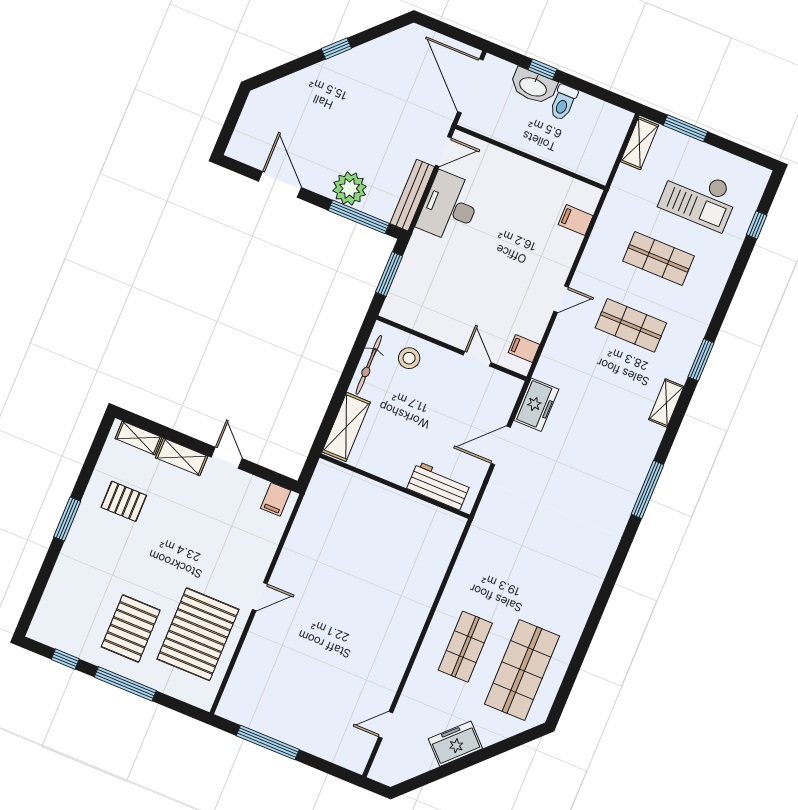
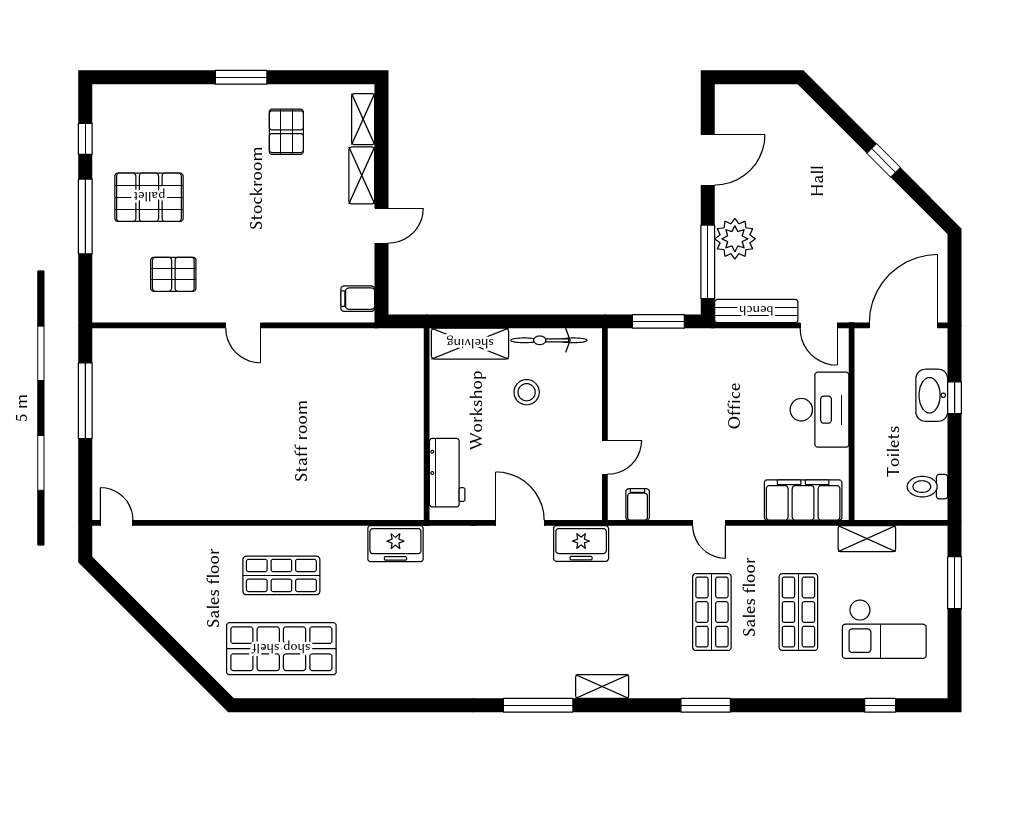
toilet: (563, 102) -> (927, 487), moved
shelving: (639, 143) -> (867, 539), moved
checkout: (699, 197) -> (884, 629), turned -90
desk: (449, 207) -> (820, 410), moved, turned 90
filing cabinet: (576, 220) -> (803, 500), width x3.00, depth x1.17
stool: (409, 358) -> (527, 392), moved
shelving: (666, 403) -> (602, 686), moved
pallet: (198, 634) -> (173, 274), width x0.49, depth x0.50
door: (386, 725) -> (117, 523), moved
freezer: (455, 744) -> (395, 544), moved, turned 135

